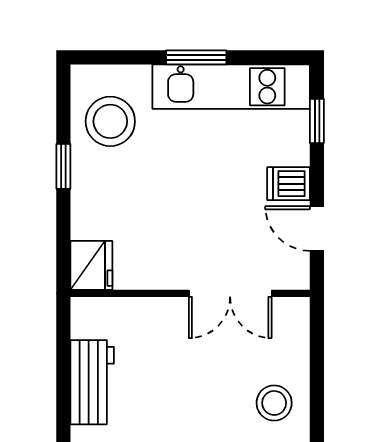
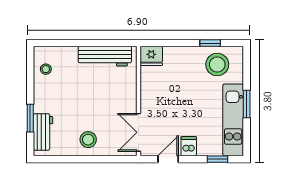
window: (63, 166) -> (210, 43), moved
double door: (230, 293) -> (138, 132), moved
workbench: (92, 382) -> (105, 56), width x1.38

